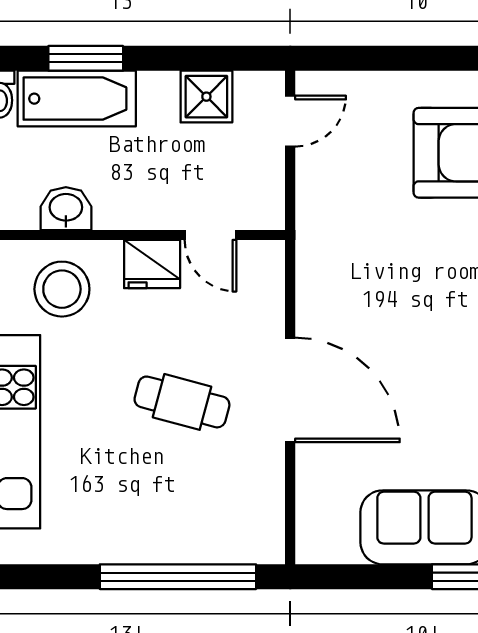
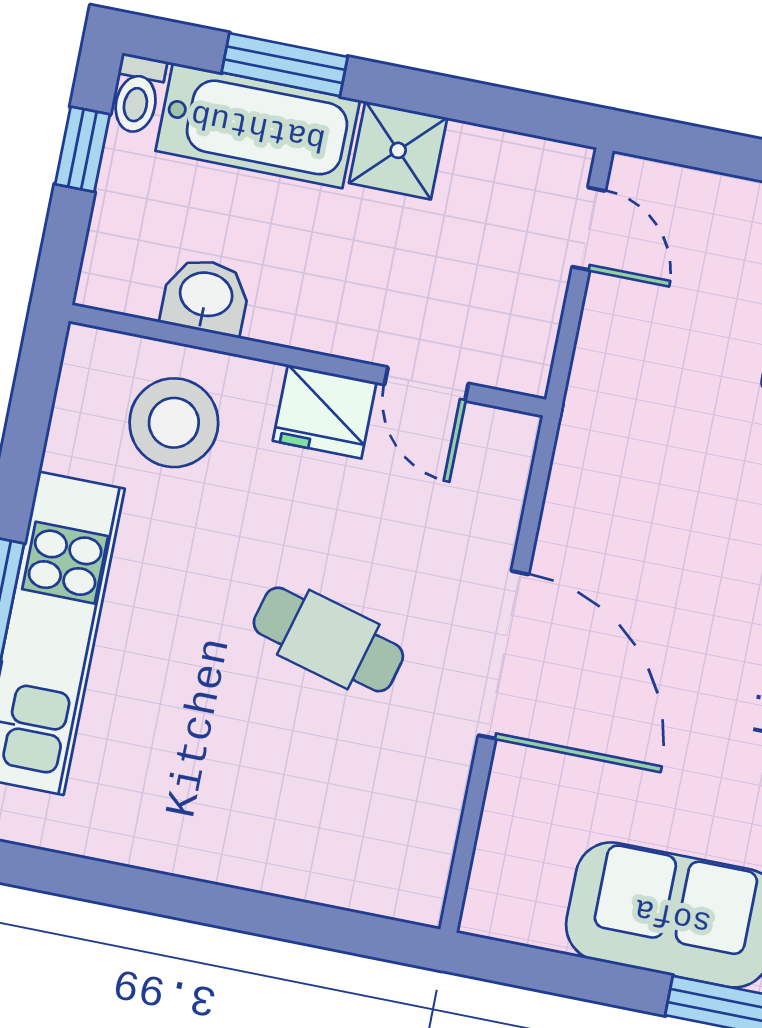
shower: (206, 97) -> (398, 150), moved
door: (290, 121) -> (589, 229), hinge flipped
window: (178, 577) -> (267, 915), removed

